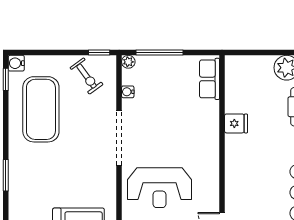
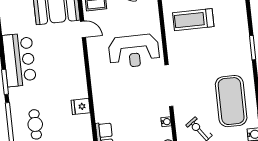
reception desk: (159, 188) -> (134, 51), turned 180

